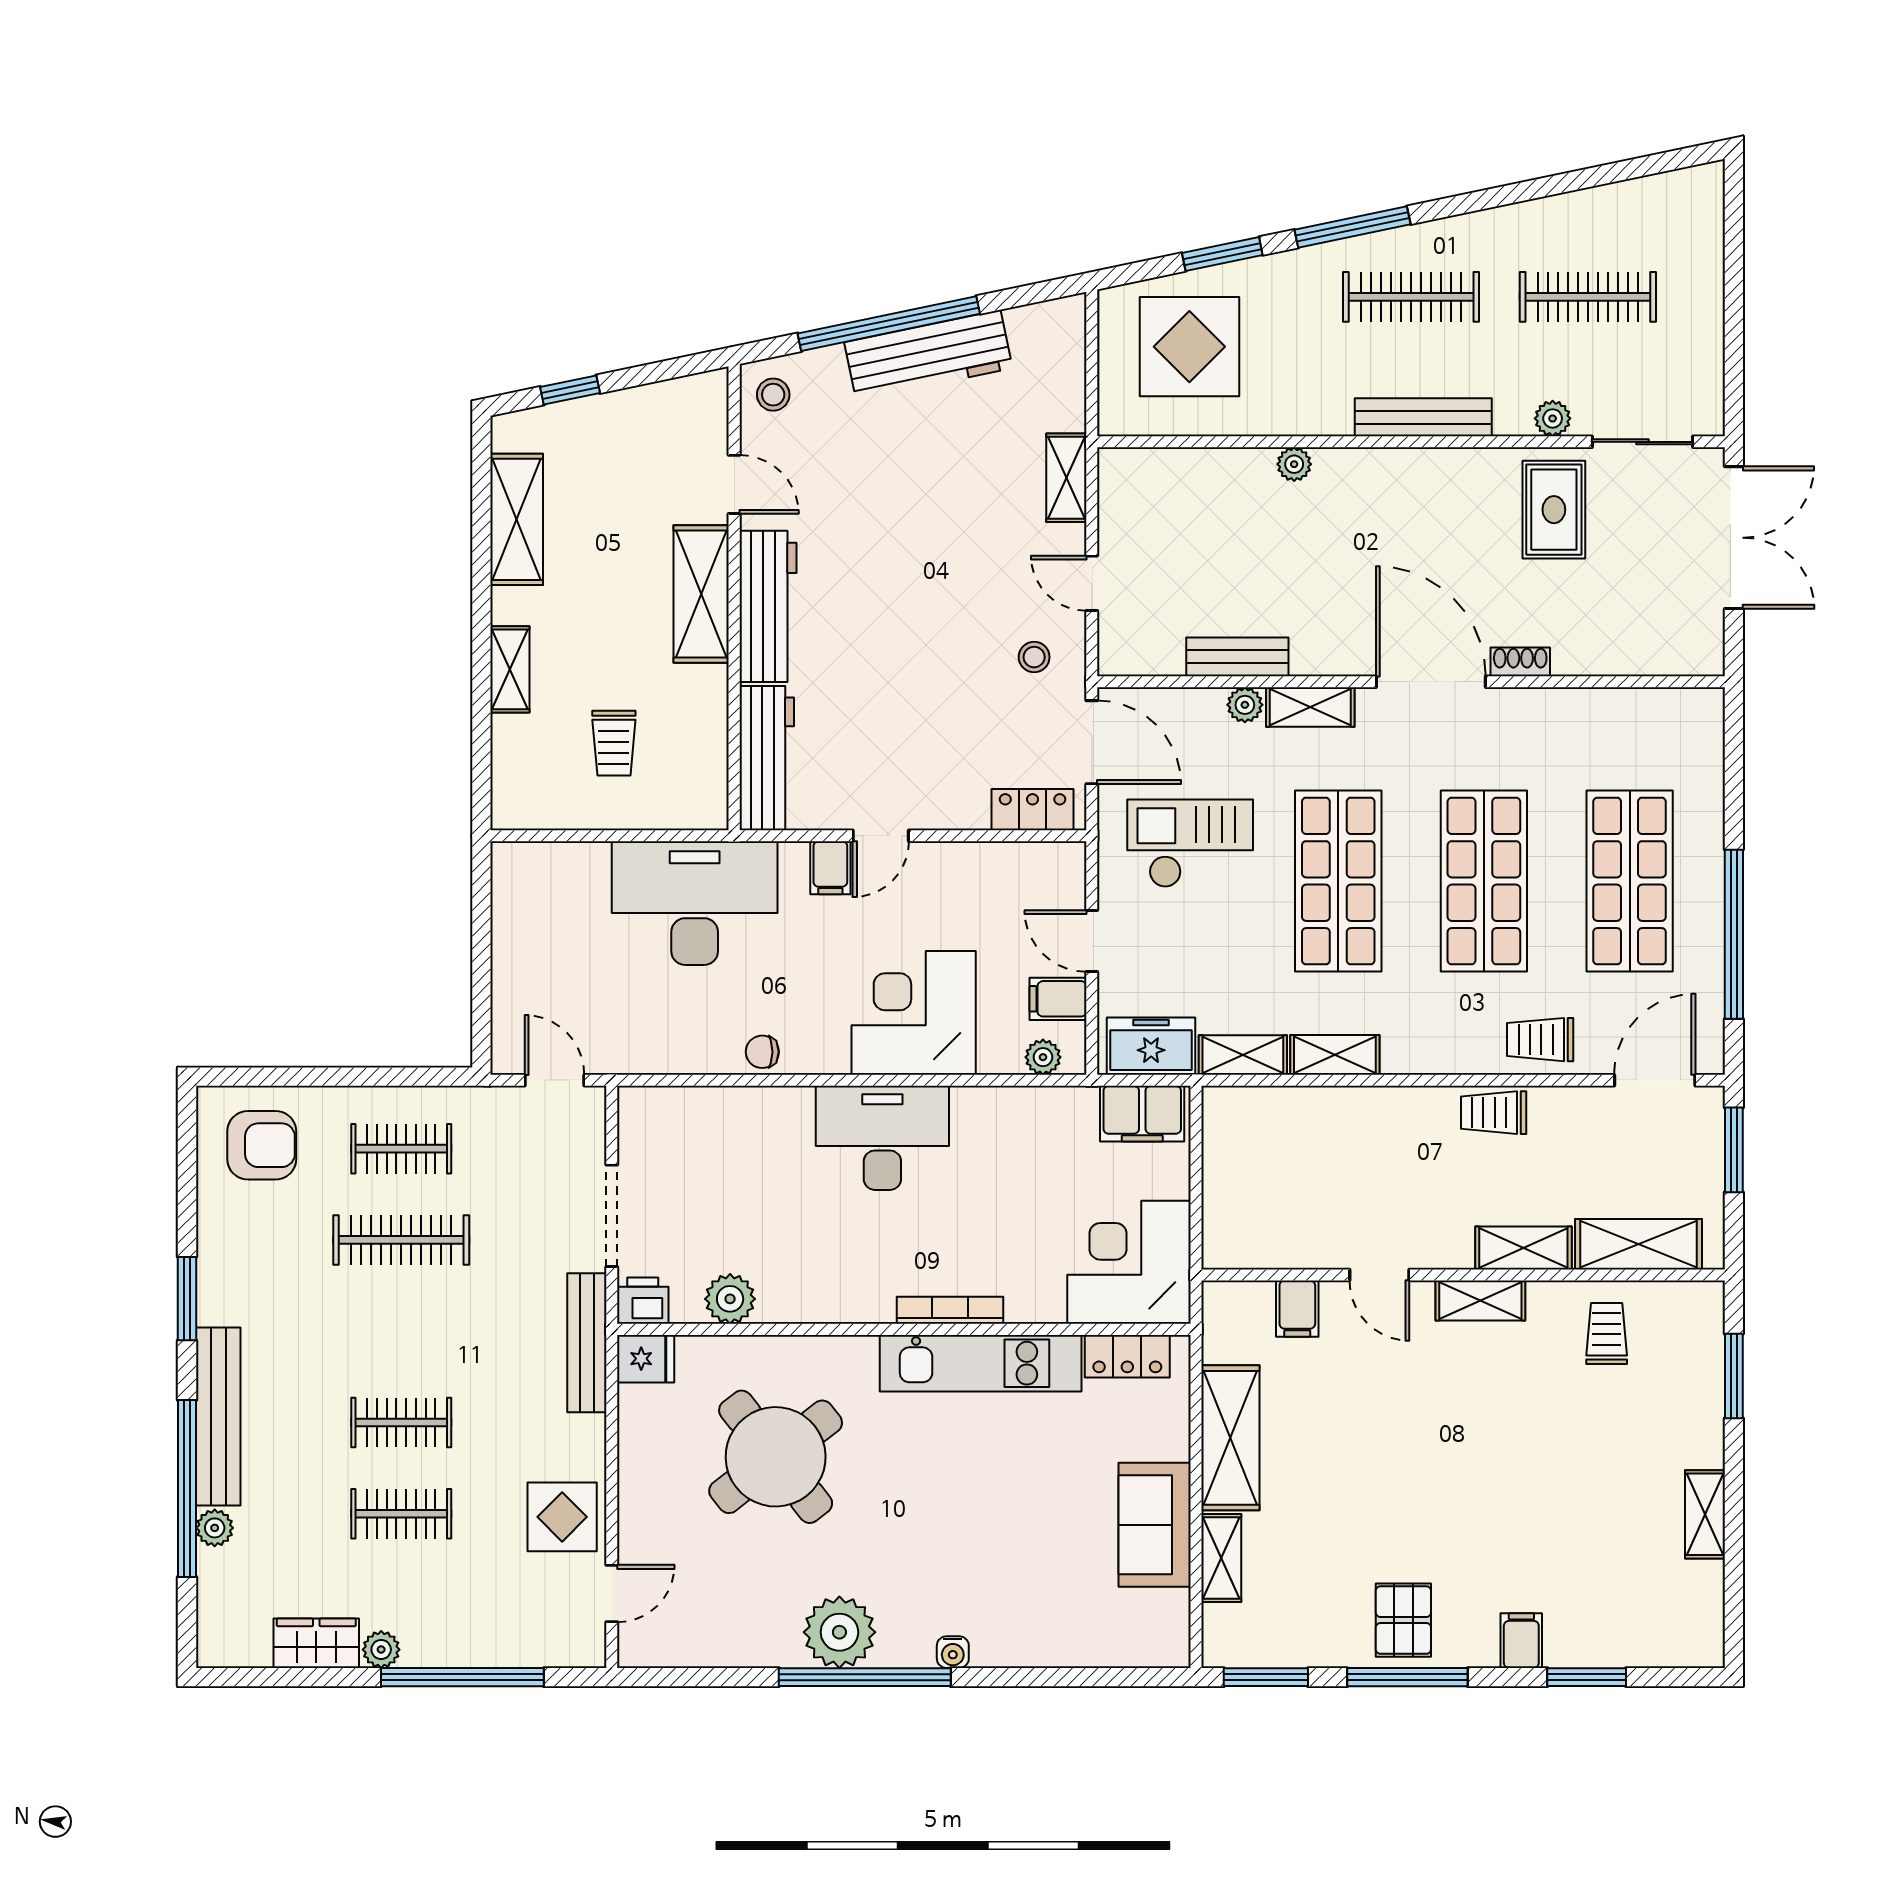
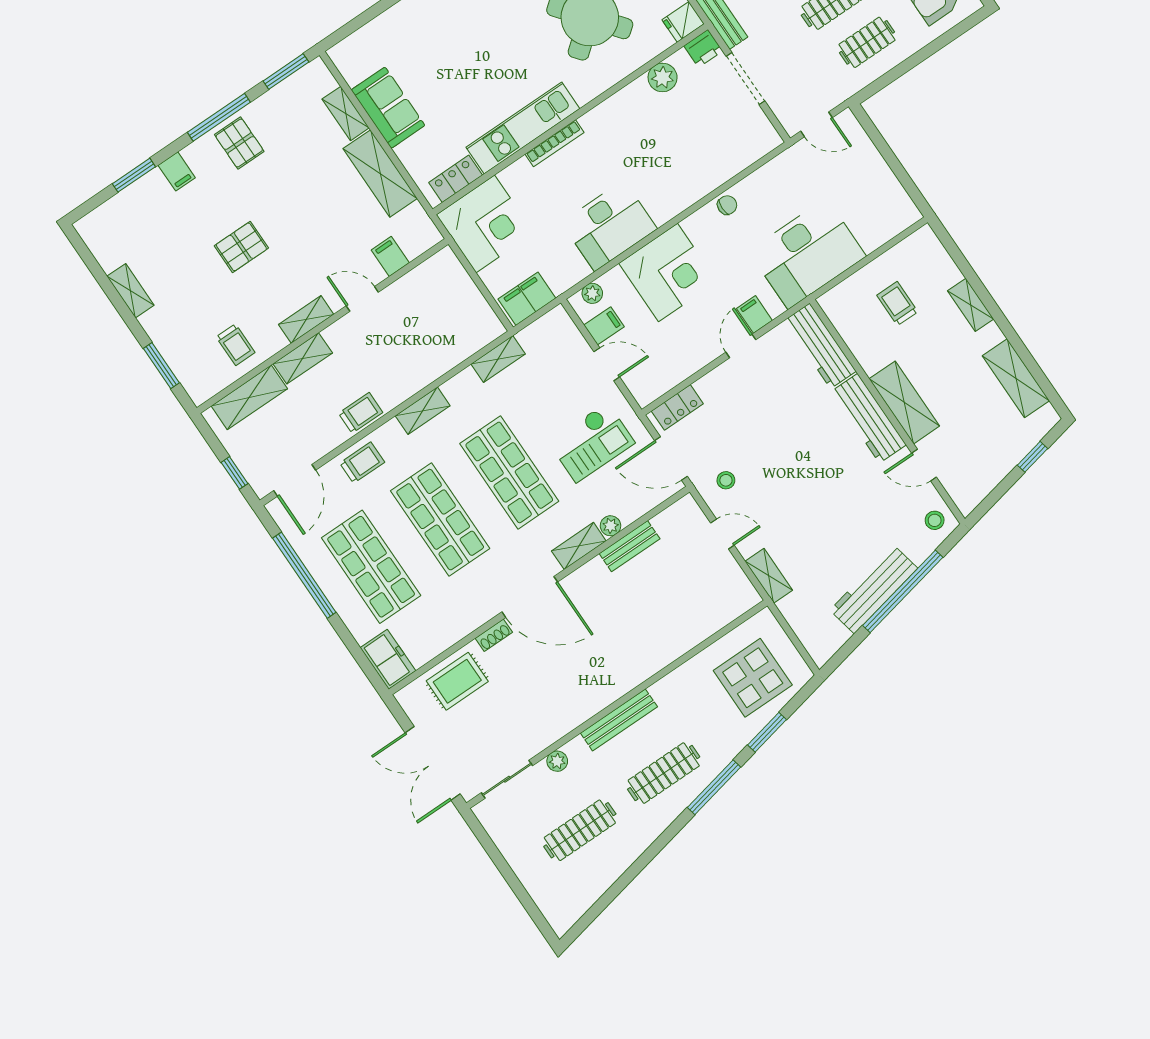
plant: (1294, 464) -> (665, 656), removed
rug: (1554, 510) -> (457, 681), moved, turned 90
freezer: (1151, 1046) -> (388, 659), moved, turned -90
shelving: (1335, 1055) -> (423, 411), moved
desk: (882, 1138) -> (609, 226), moved
window: (1734, 1150) -> (235, 473), width x0.67
pallet: (1502, 1468) -> (241, 247), added

